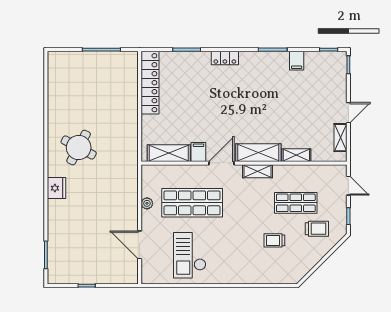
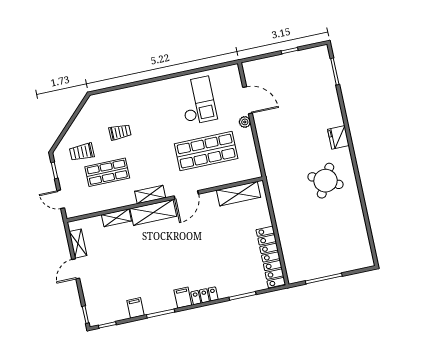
filing cabinet: (198, 152) -> (183, 298), moved, turned 180
plant: (147, 203) -> (245, 122), moved

